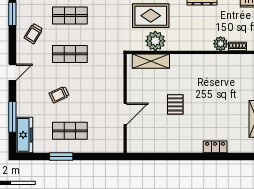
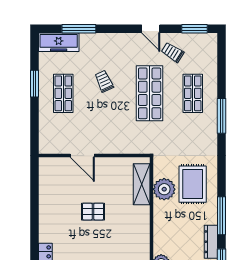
shop shelf: (70, 54) -> (150, 93), width x1.43, depth x1.36
door: (12, 72) -> (151, 29), moved

